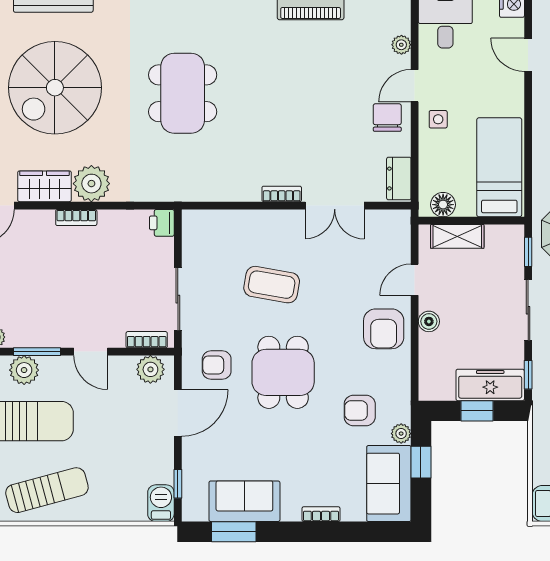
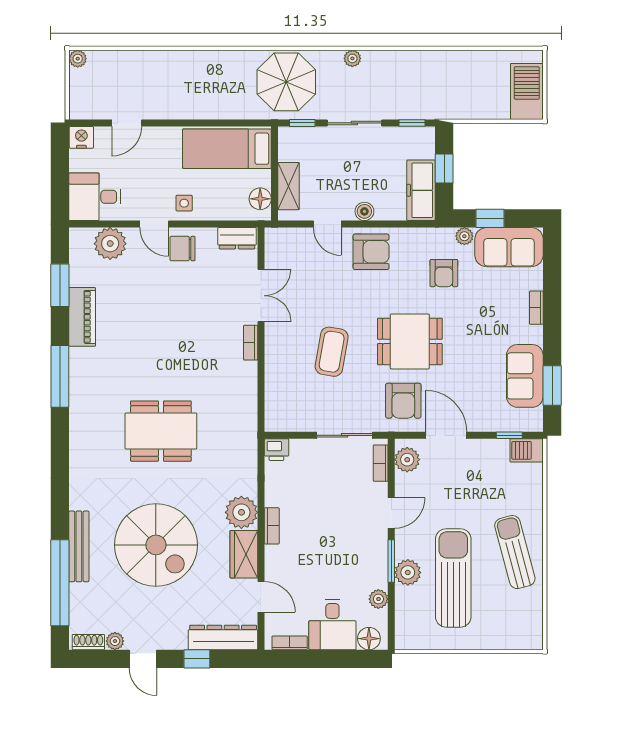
plant: (401, 45) -> (110, 244), width x1.88, depth x1.88
armchair: (217, 365) -> (403, 401), width x1.38, depth x1.38
freezer: (490, 385) -> (421, 190), moved

